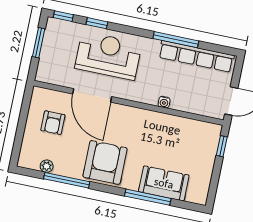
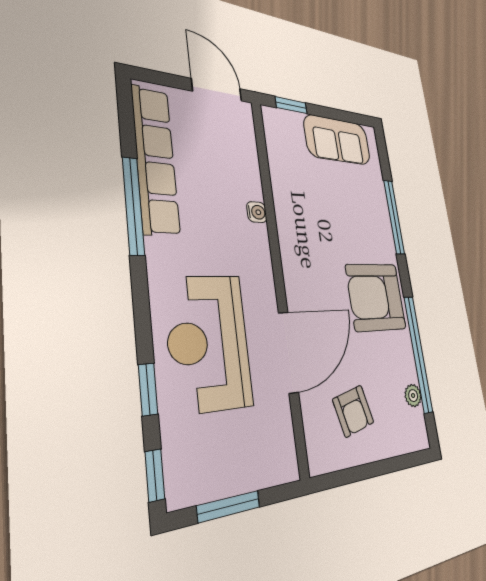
armchair: (53, 123) -> (353, 411), turned 76
window: (67, 180) -> (418, 354), width x1.46
sofa: (164, 183) -> (338, 140), moved, turned -90

